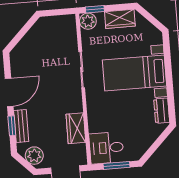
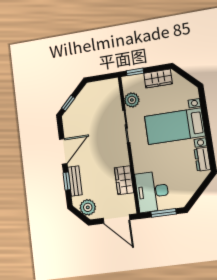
plant: (88, 21) -> (132, 100), moved
window: (17, 38) -> (68, 103), added
desk: (106, 148) -> (152, 191), width x1.37

